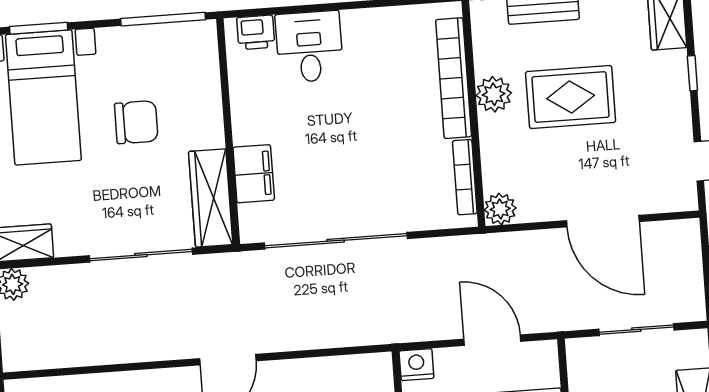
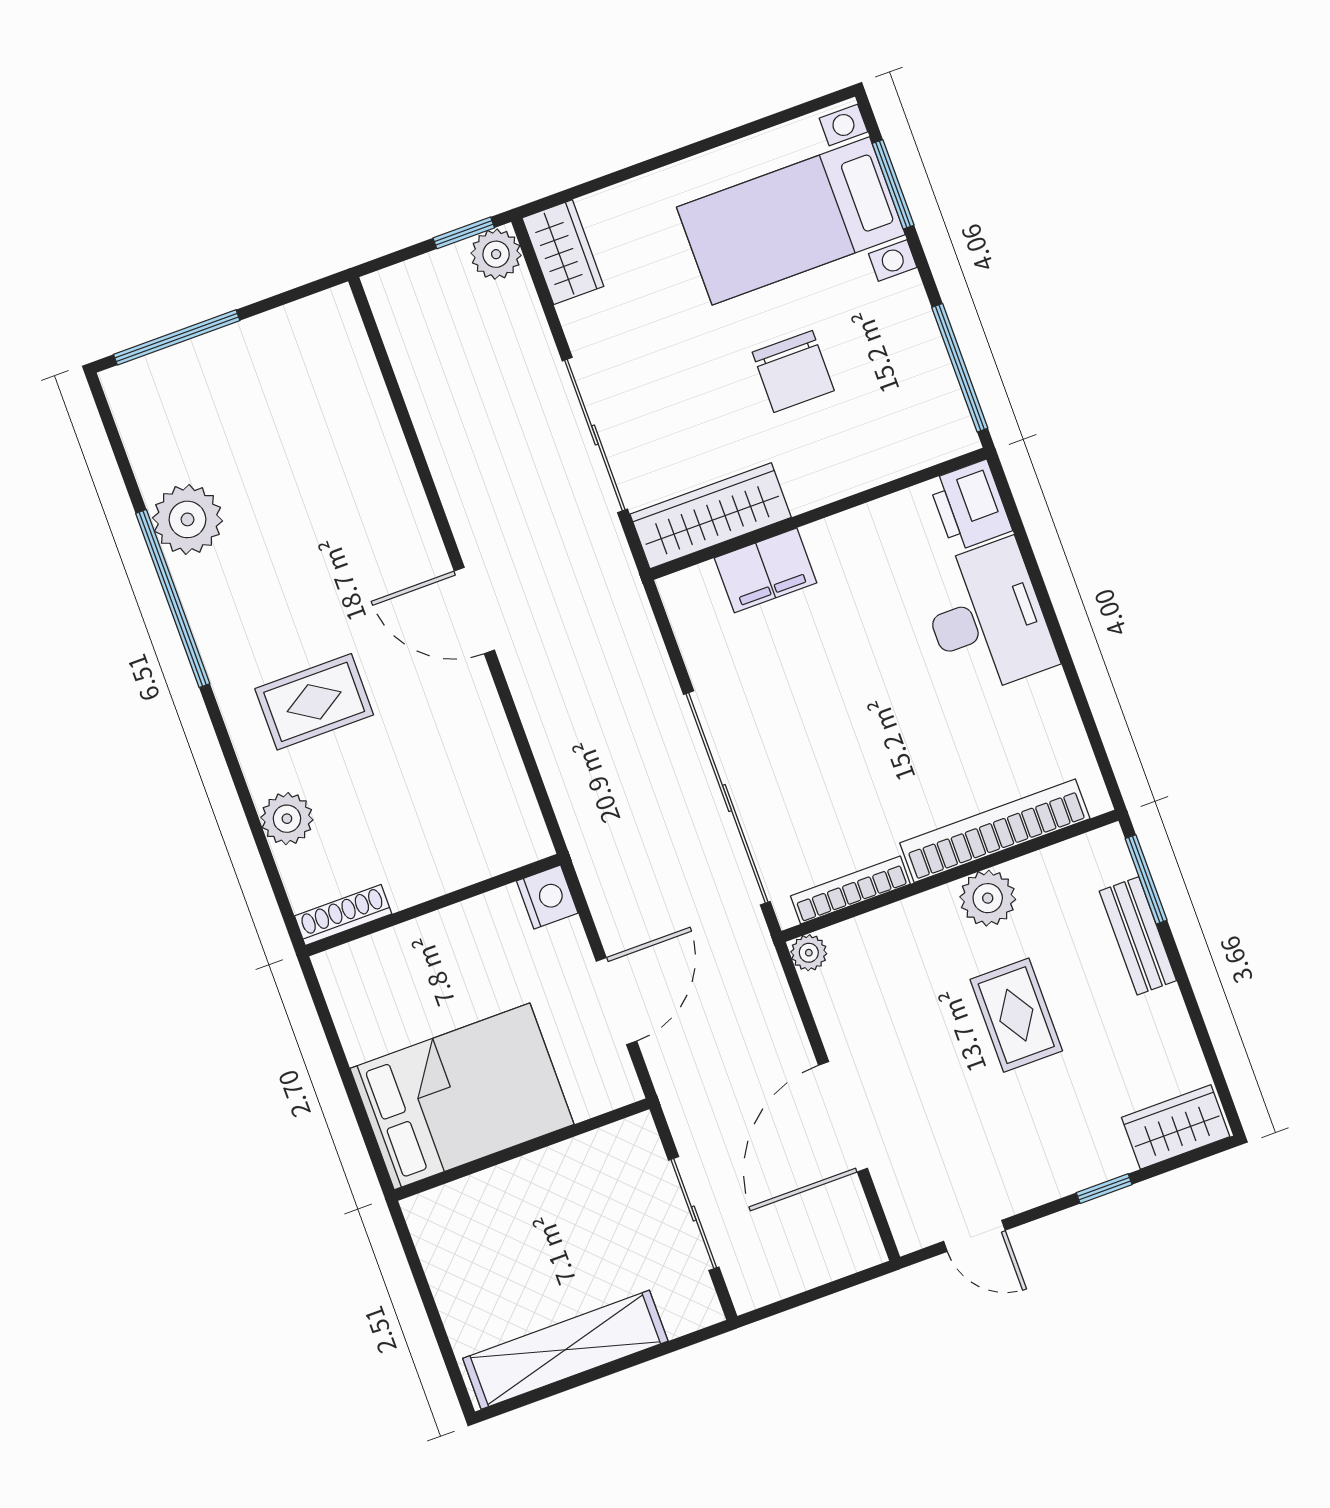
printer: (256, 32) -> (970, 506), width x1.36, depth x1.24
desk: (309, 47) -> (987, 618), width x1.37
rug: (571, 97) -> (1016, 1015), width x0.73, depth x0.70
plant: (500, 209) -> (809, 953), width x0.73, depth x0.73
sliding door: (336, 241) -> (727, 798), moved

